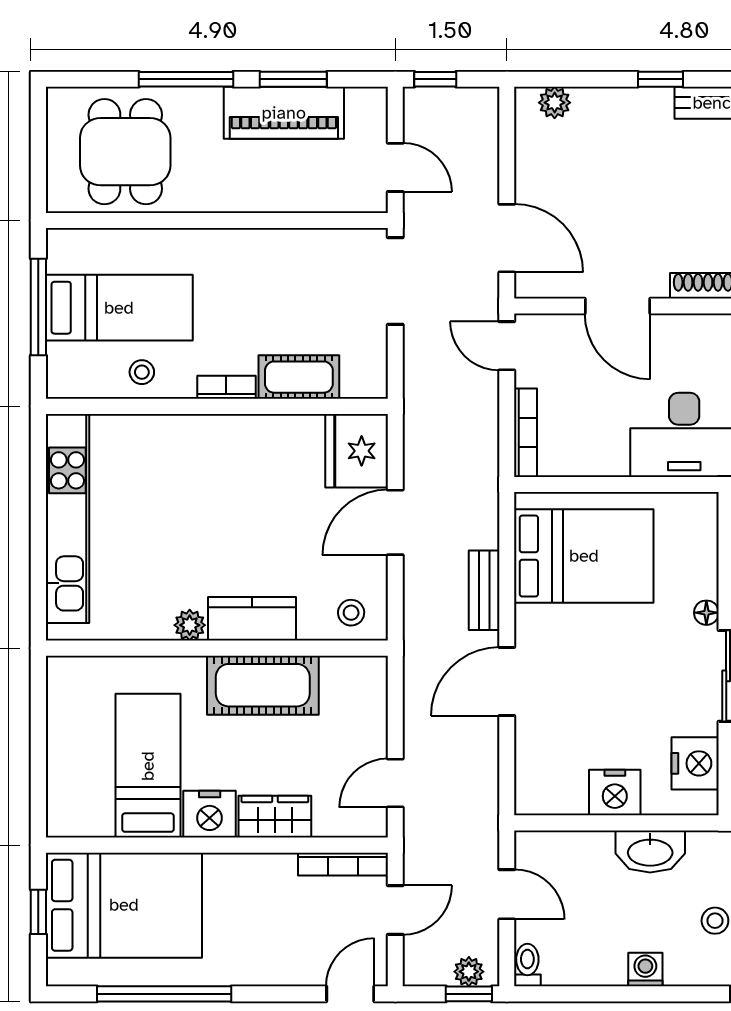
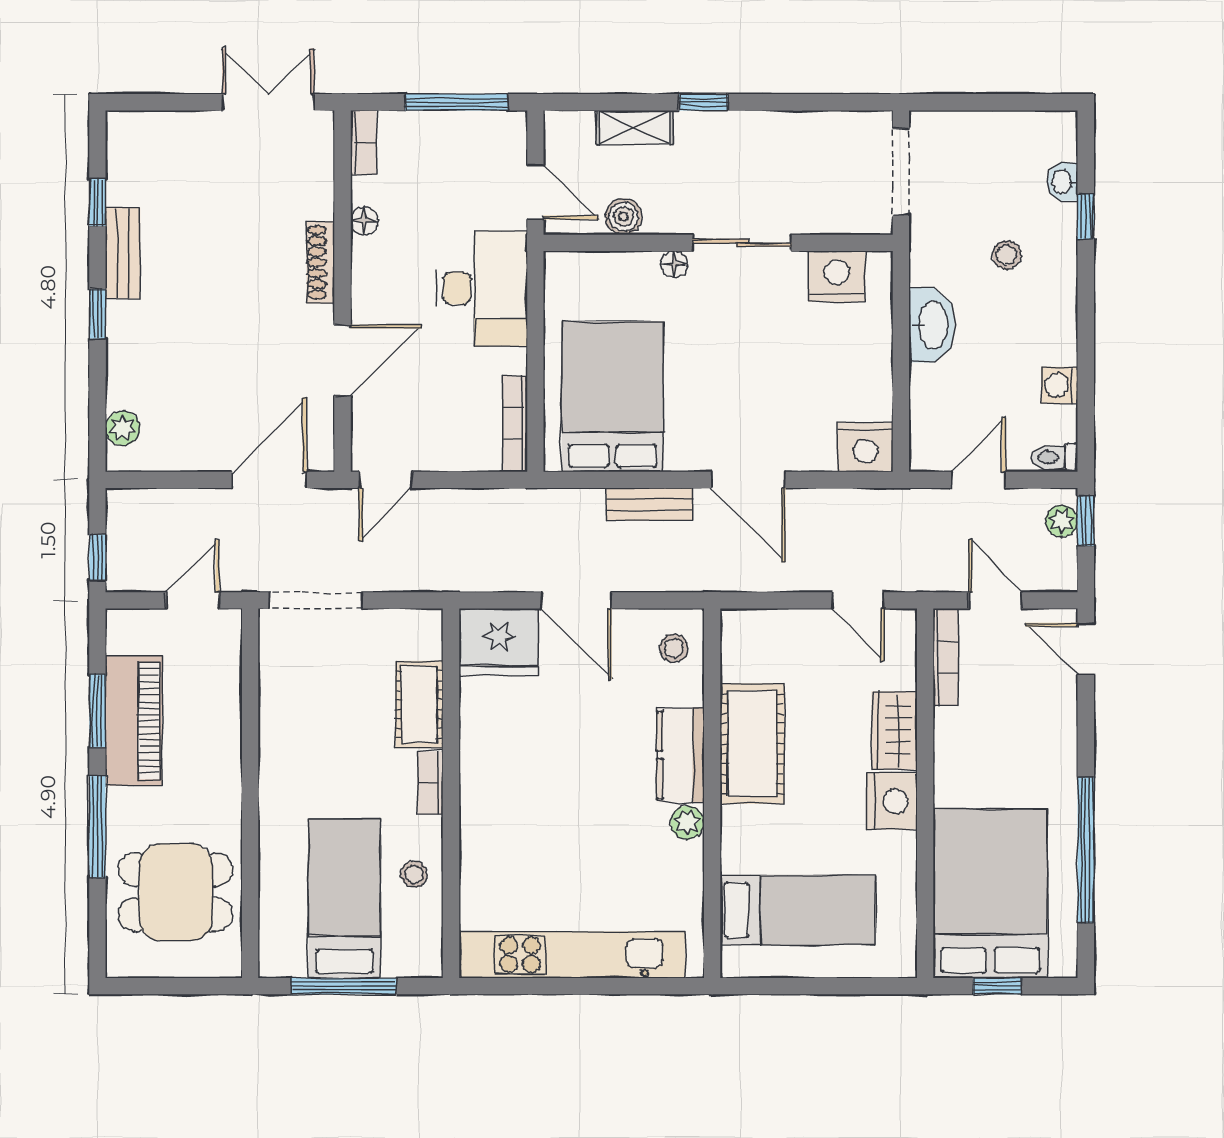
bookcase: (526, 433) -> (515, 424), moved, turned -90
bed: (148, 766) -> (798, 910), moved, turned 180
nightstand: (615, 792) -> (865, 447), moved, turned 90
washing machine: (645, 969) -> (1059, 385), moved

